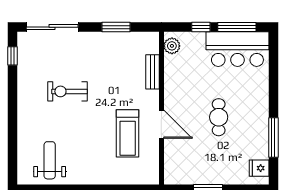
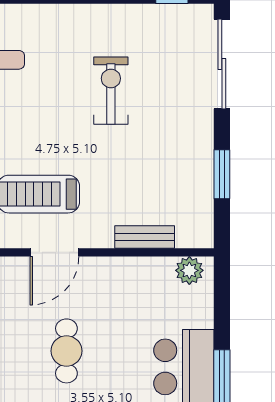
window: (201, 27) -> (222, 320), removed
cafe table: (219, 117) -> (66, 351), turned 90

